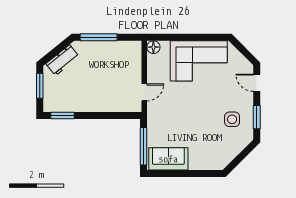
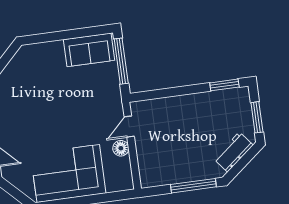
floor lamp: (153, 47) -> (121, 148), moved
side table: (232, 119) -> (18, 108), removed

